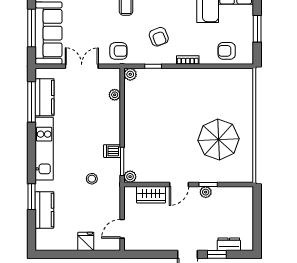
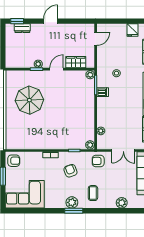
armchair: (227, 51) -> (14, 161), moved
fridge: (86, 241) -> (133, 30), moved
window: (217, 254) -> (17, 21), moved

